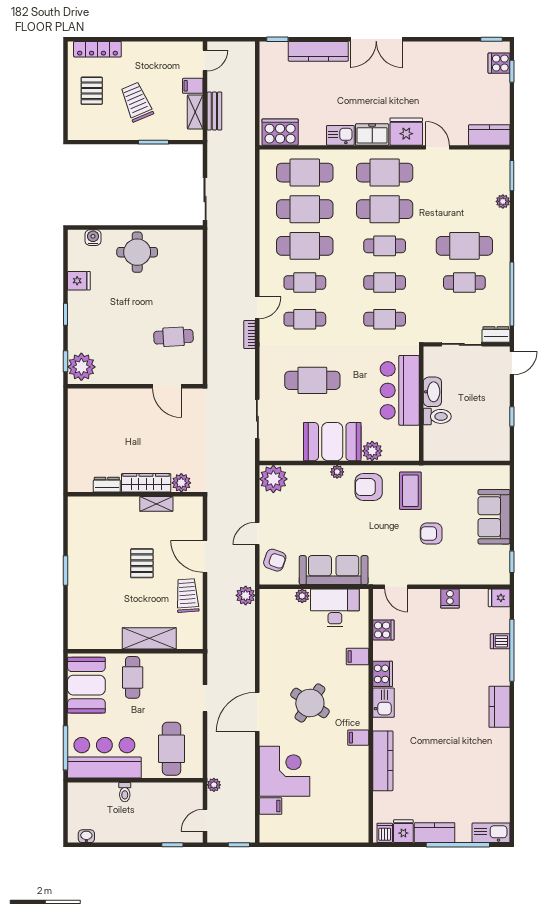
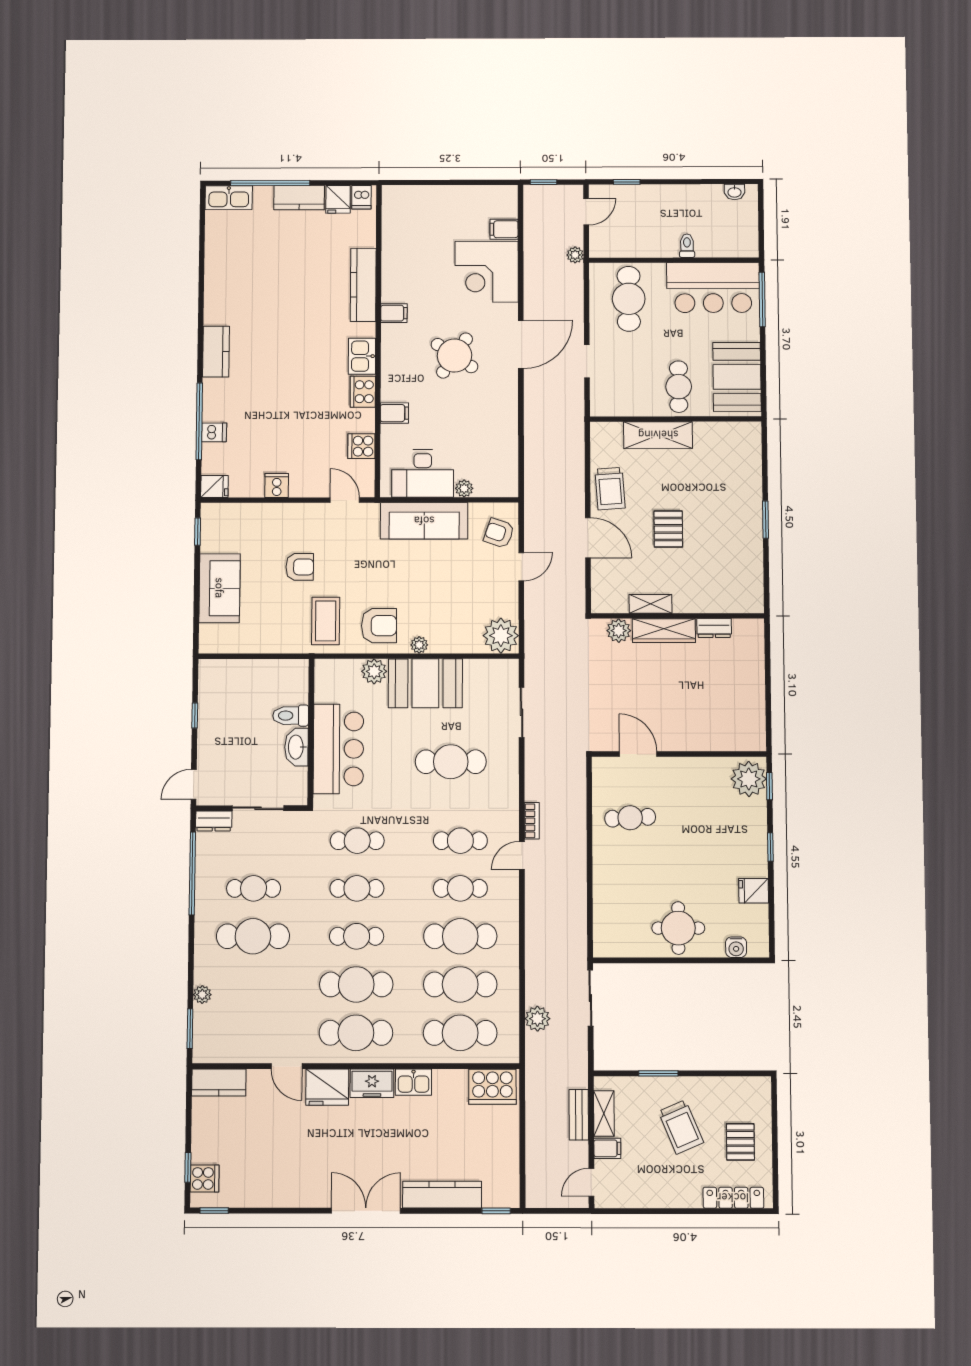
plant: (246, 595) -> (537, 1019), moved

